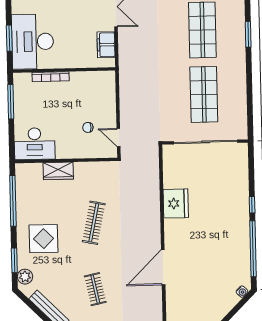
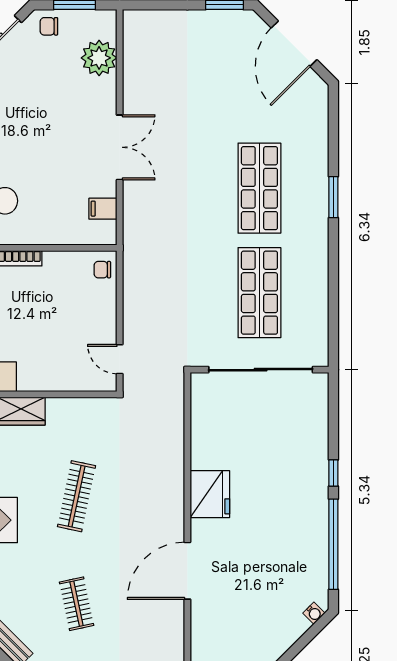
filing cabinet: (106, 45) -> (103, 209), width x0.50
chair: (88, 127) -> (102, 270), moved
fridge: (176, 203) -> (210, 494), moved

